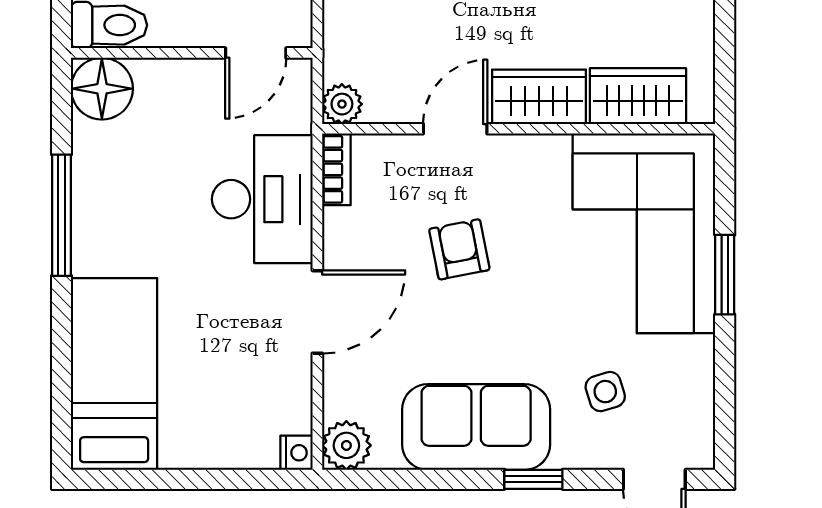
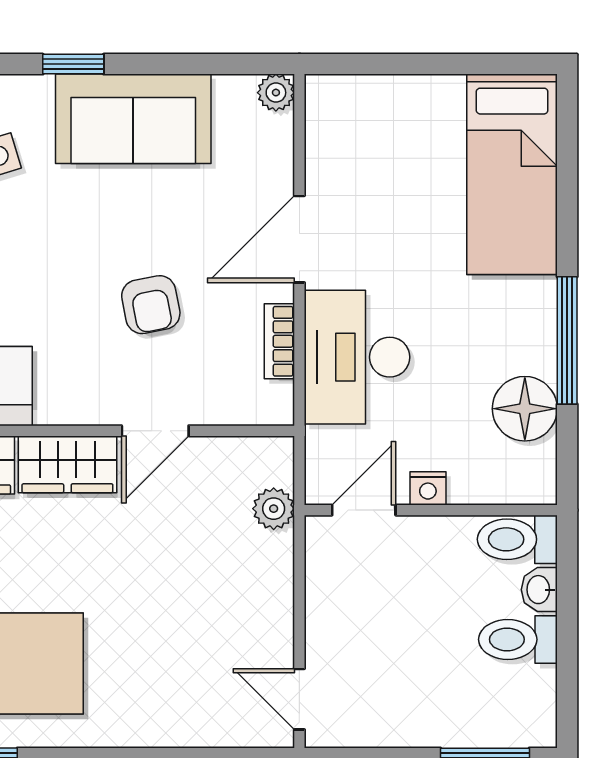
floor lamp: (102, 89) -> (525, 409), moved
plant: (342, 104) -> (274, 509), moved
bookcase: (336, 169) -> (279, 341), moved
plant: (346, 445) -> (276, 93), width x0.73, depth x0.73
nightstand: (296, 453) -> (428, 488), moved, turned -90

